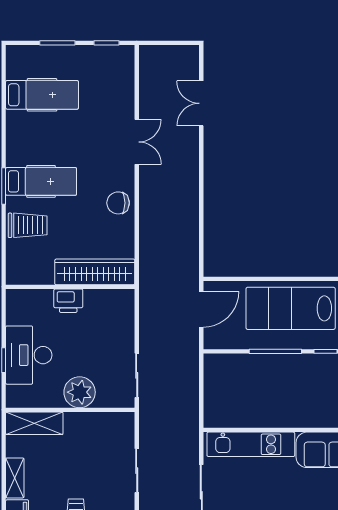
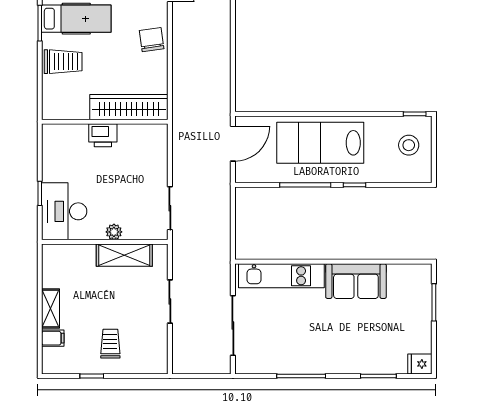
chair: (118, 203) -> (152, 40), turned 82
desk: (29, 355) -> (64, 211), moved
plant: (80, 392) -> (114, 232), width x0.53, depth x0.53
shelving: (34, 423) -> (124, 255), moved

